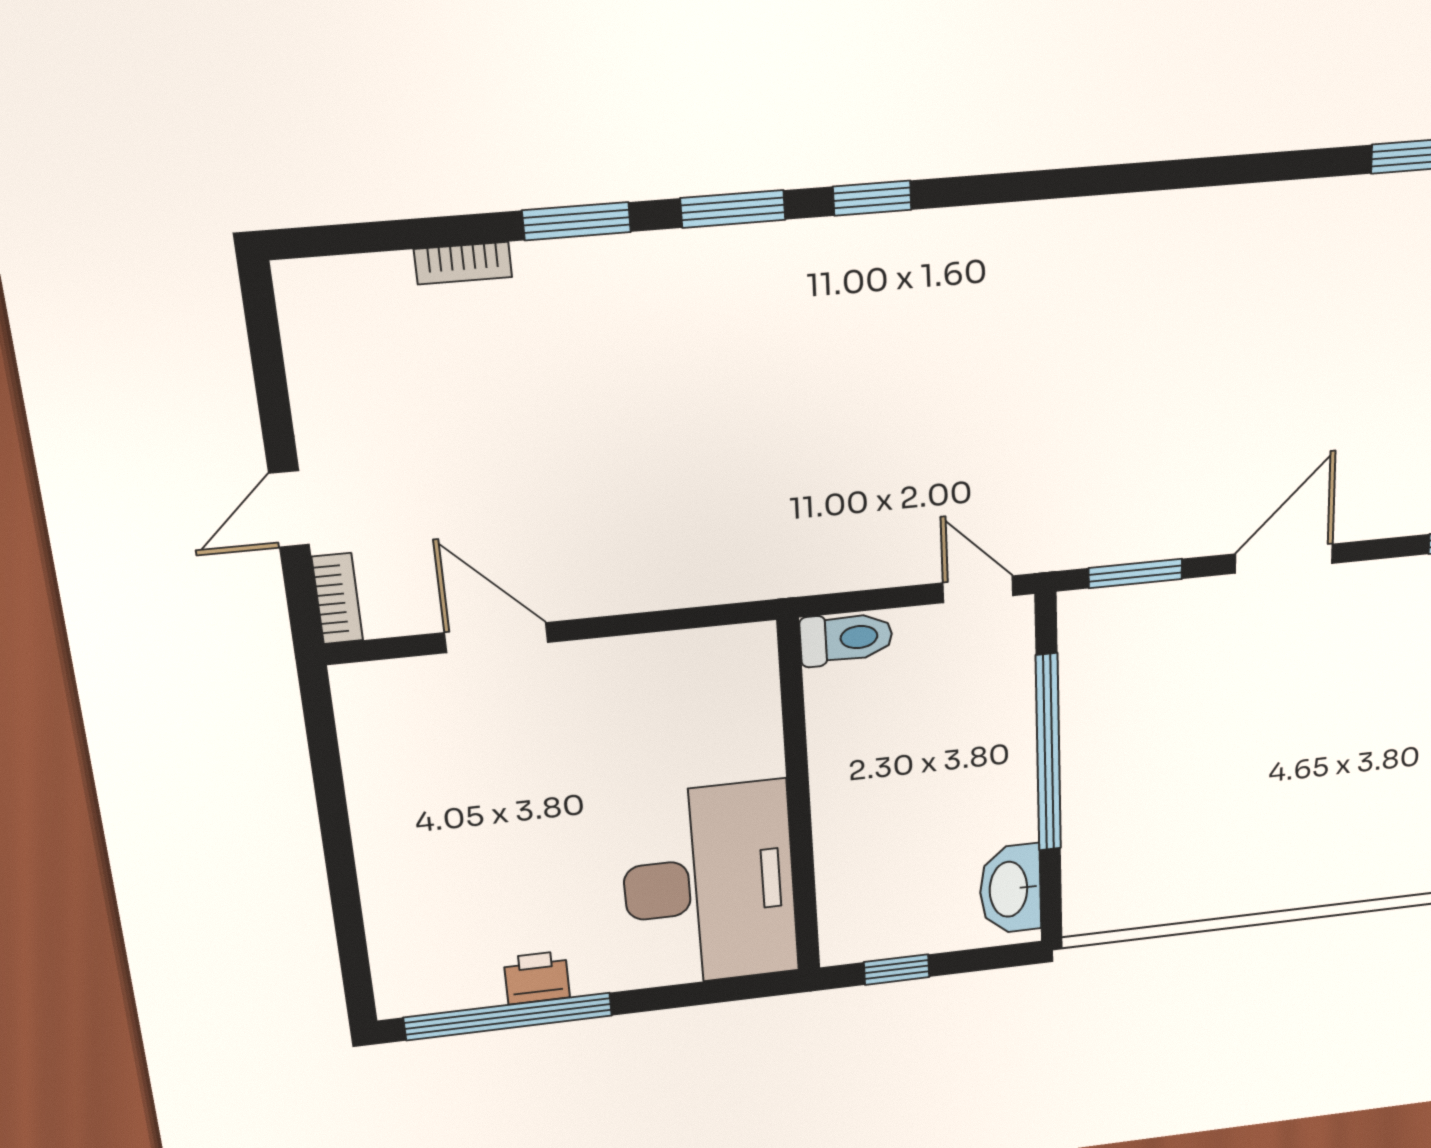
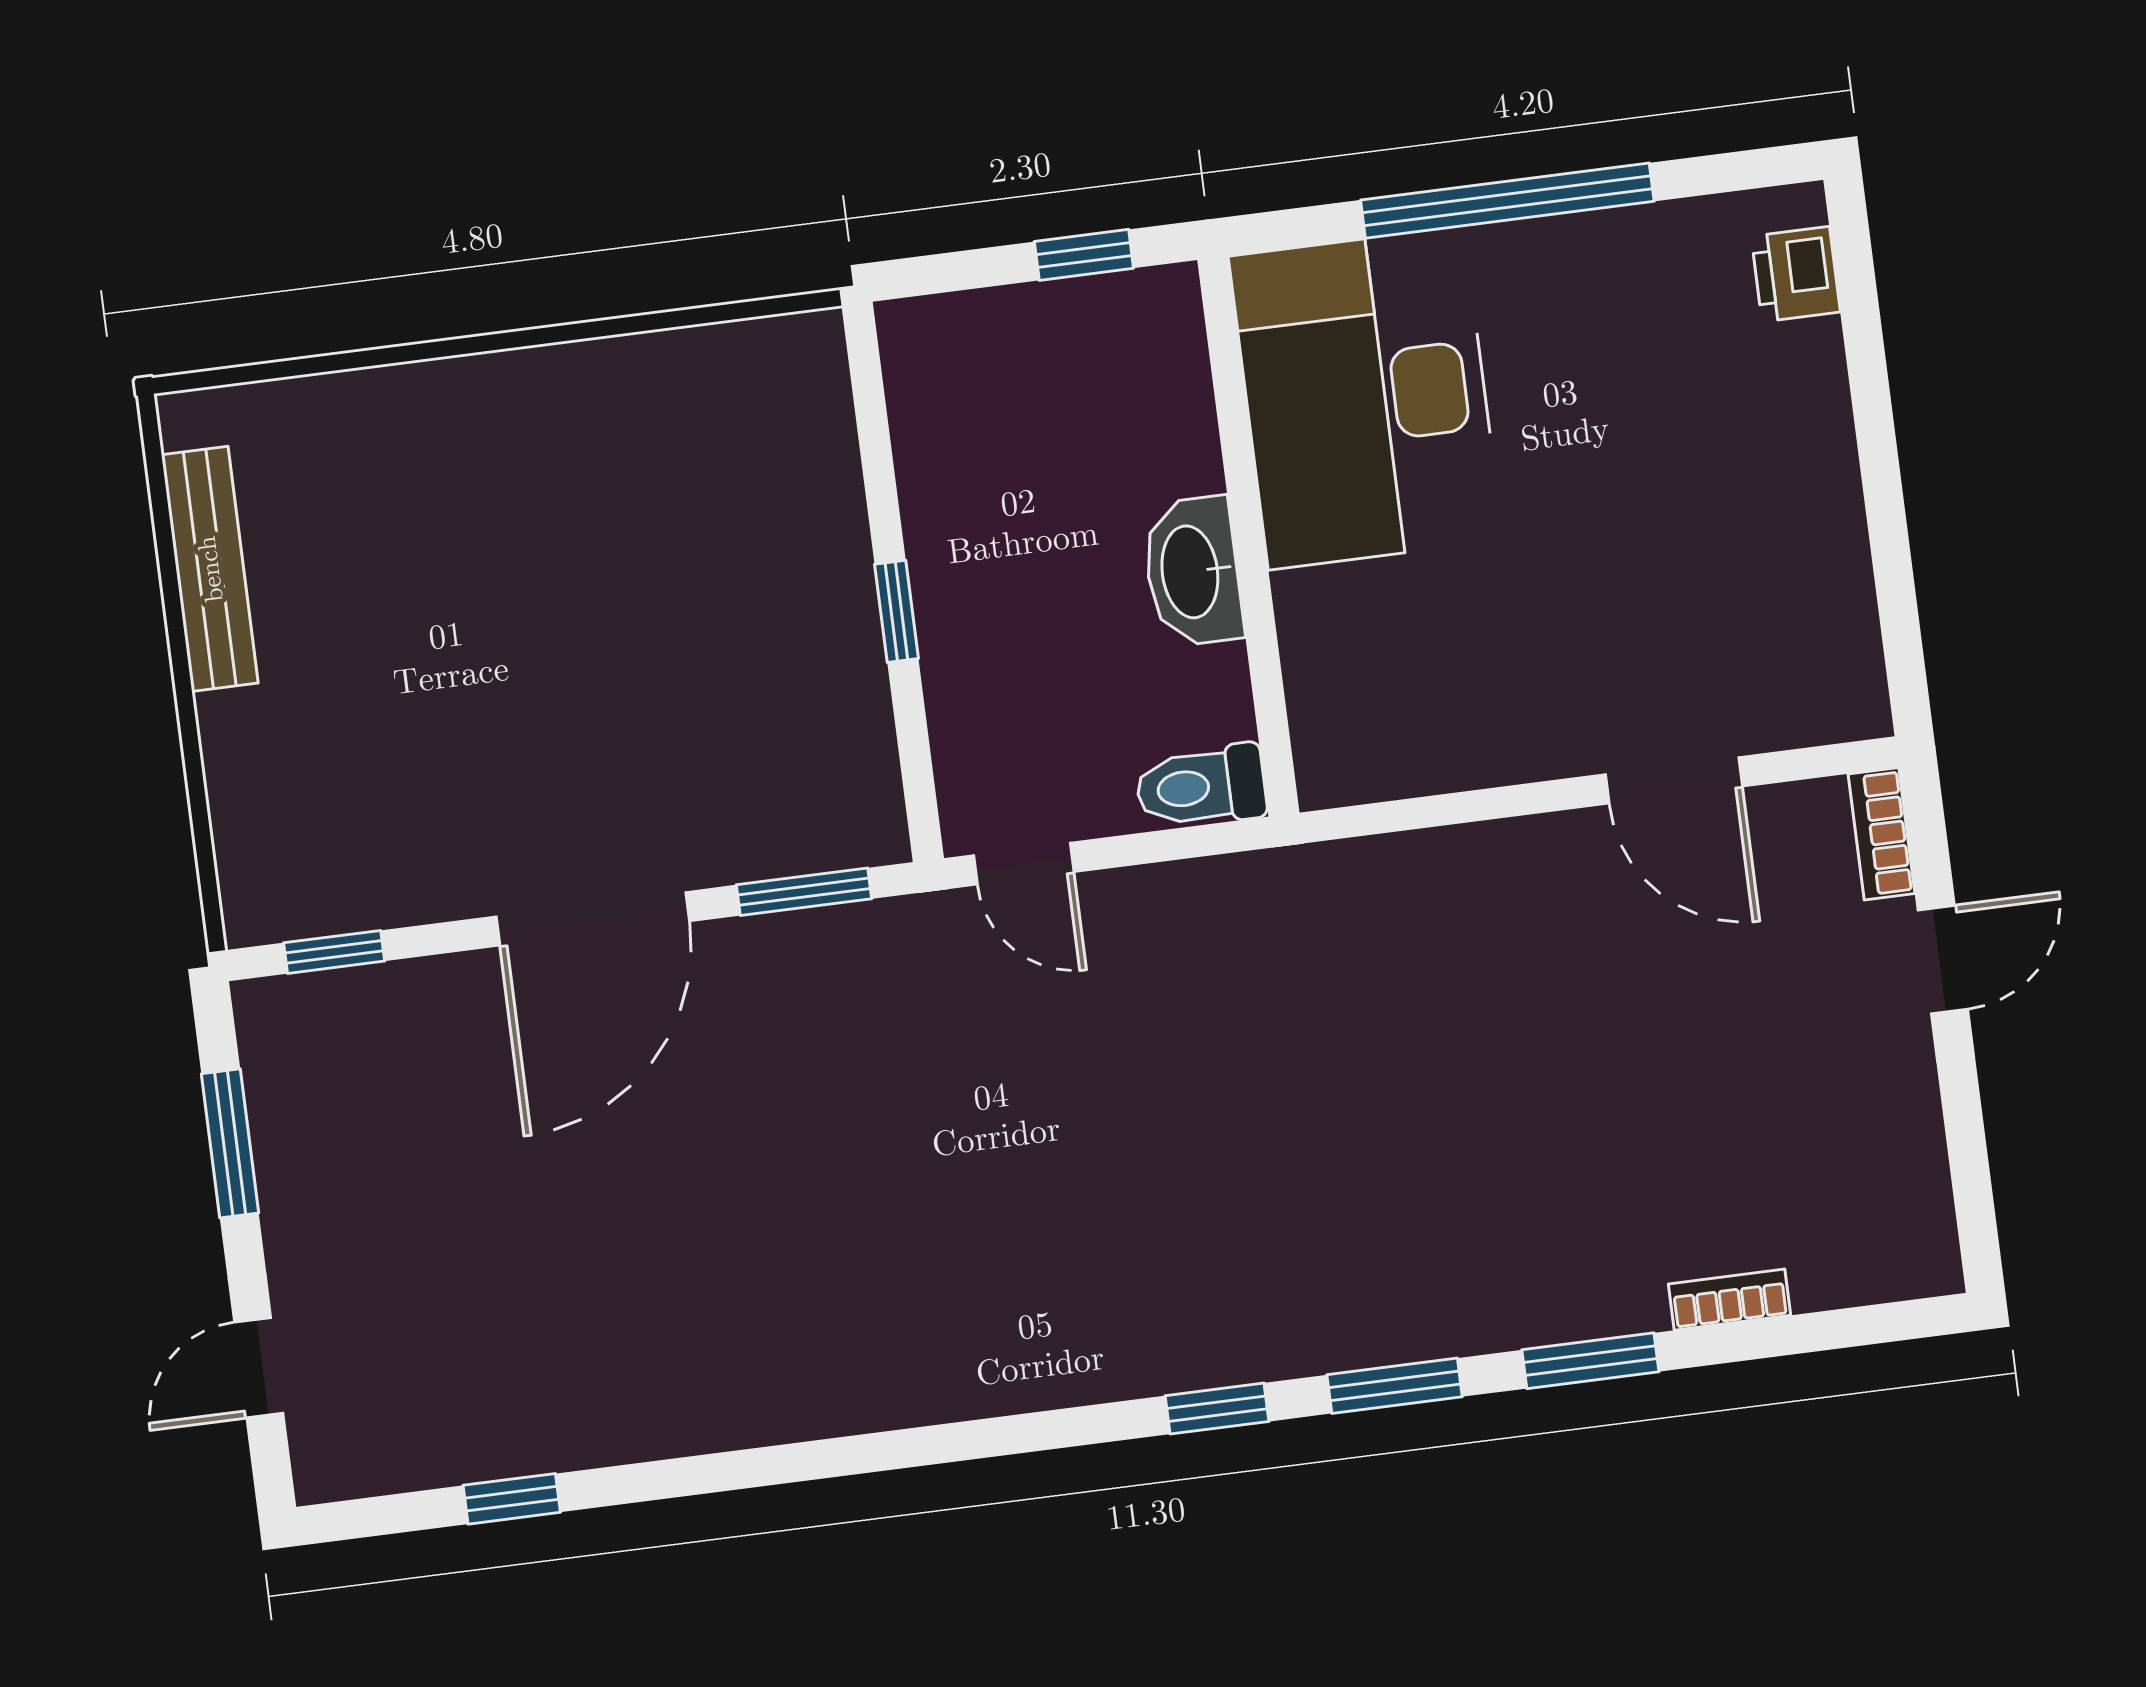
door: (1284, 559) -> (593, 919), width x1.36
window: (1048, 753) -> (897, 611), width x0.32
washbasin: (1010, 889) -> (1192, 572), moved, turned 180
printer: (537, 978) -> (1796, 274), moved, turned 90
window: (508, 1017) -> (1507, 201), moved

